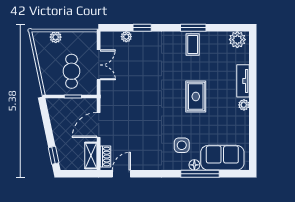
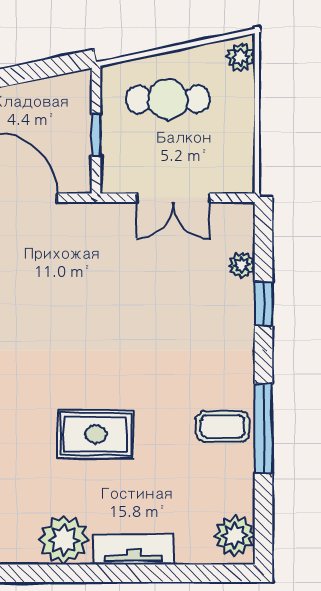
window: (193, 28) -> (263, 428), width x1.44
plant: (56, 37) -> (241, 57), moved
cafe table: (72, 71) -> (168, 99), moved
plant: (244, 105) -> (64, 540), width x1.87, depth x1.87

